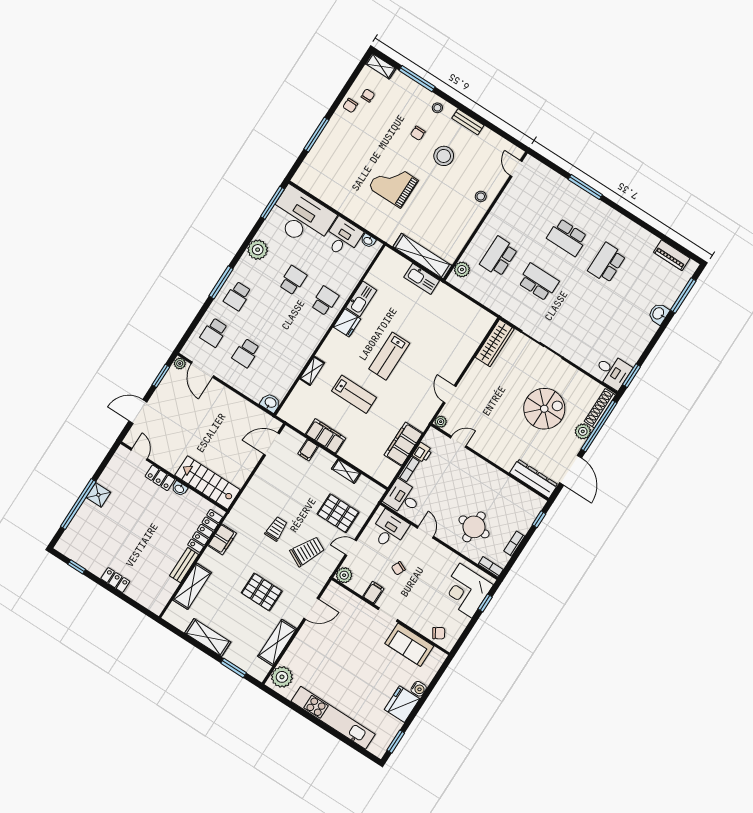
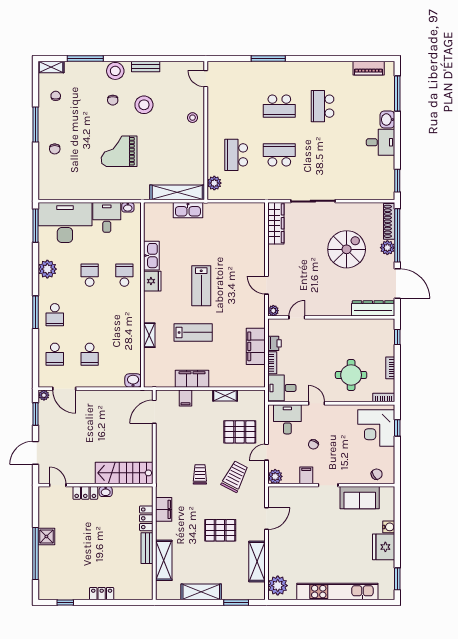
chair: (350, 105) -> (55, 149), moved
stool: (437, 108) -> (115, 71), width x1.89, depth x1.89
window: (316, 135) -> (35, 125), moved
desk: (613, 371) -> (381, 142), moved
locker: (205, 531) -> (146, 518), width x0.66

